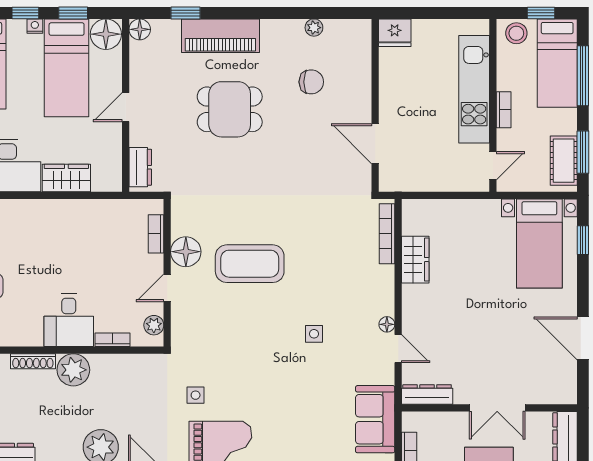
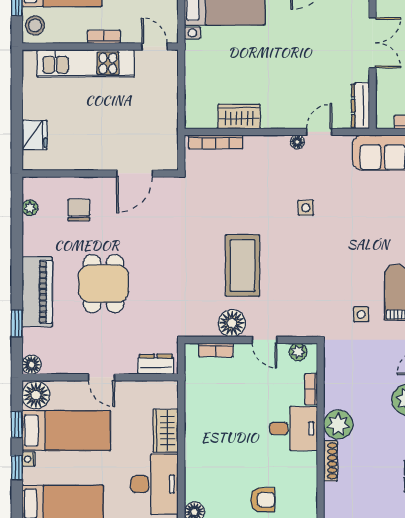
wall: (375, 105) -> (100, 173), moved
door: (375, 144) -> (135, 173), moved

